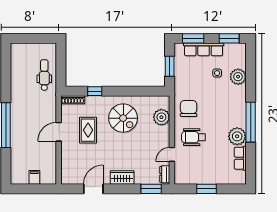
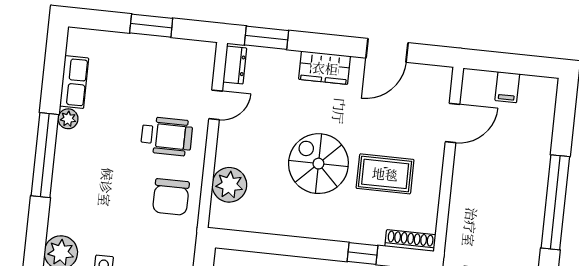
spiral stairs: (123, 118) -> (318, 164), moved
rug: (88, 130) -> (385, 174), turned 90
door: (59, 132) -> (452, 123), moved
plant: (237, 136) -> (68, 119), width x0.53, depth x0.53

